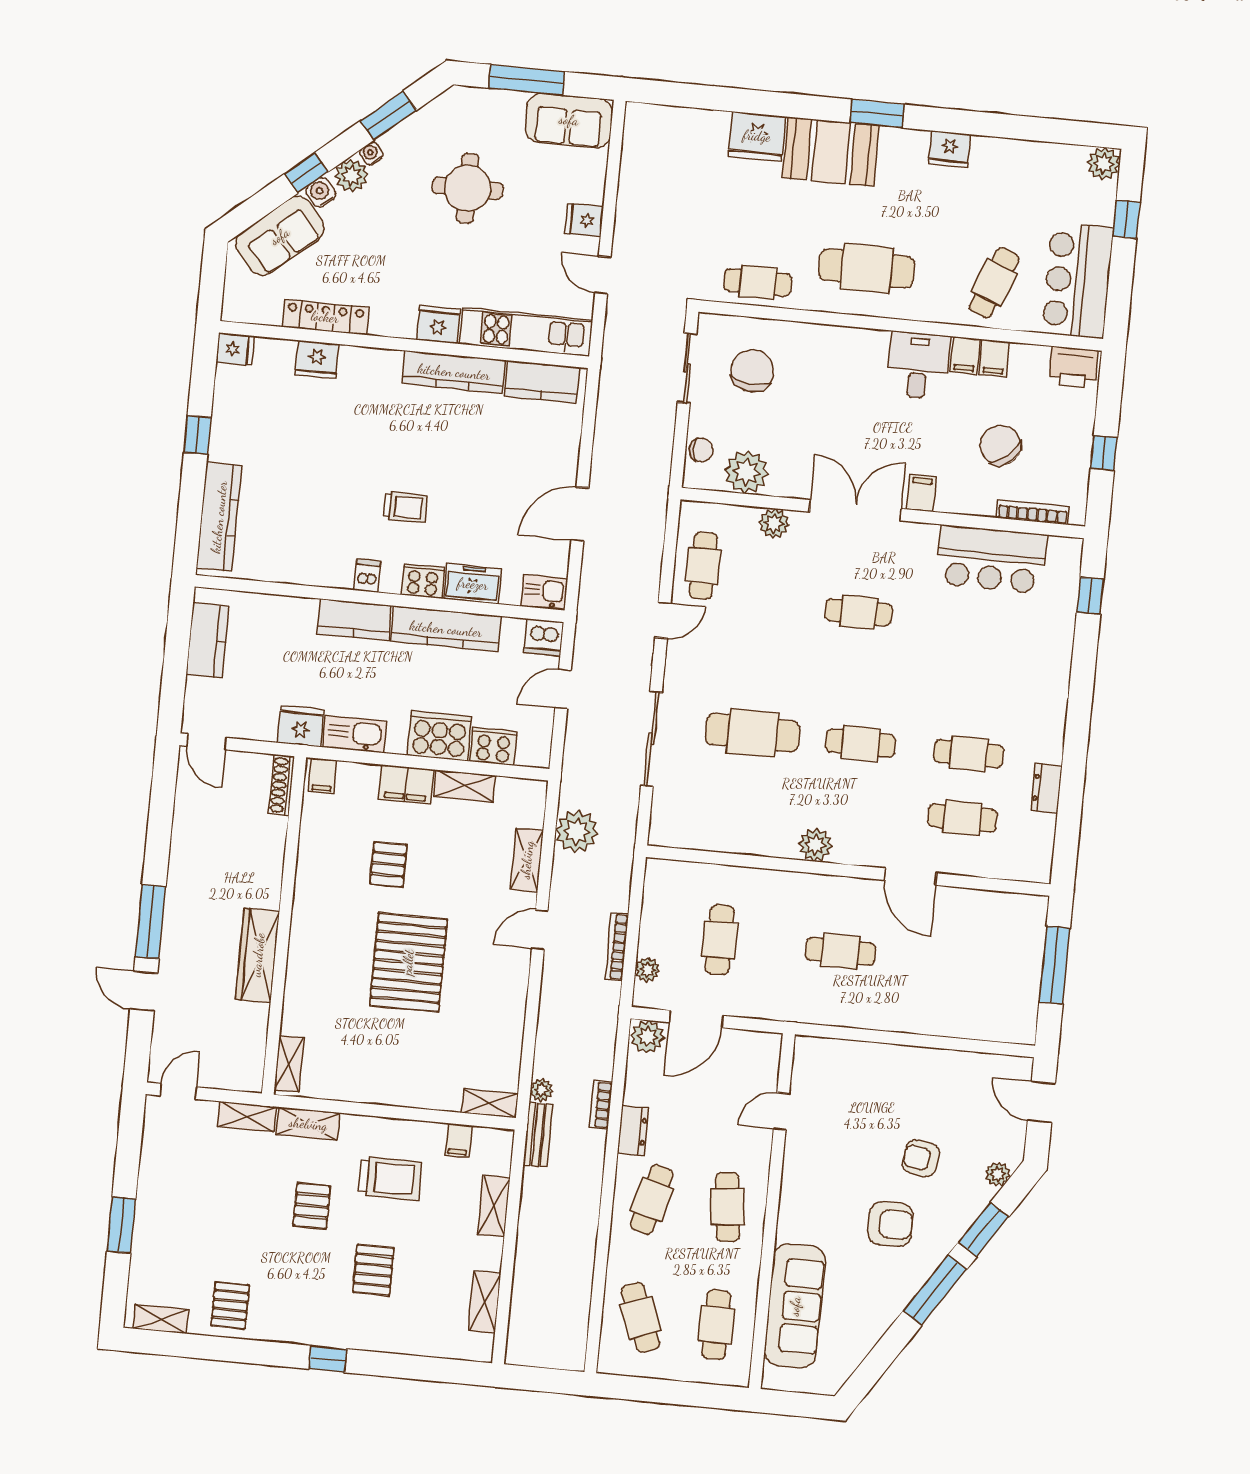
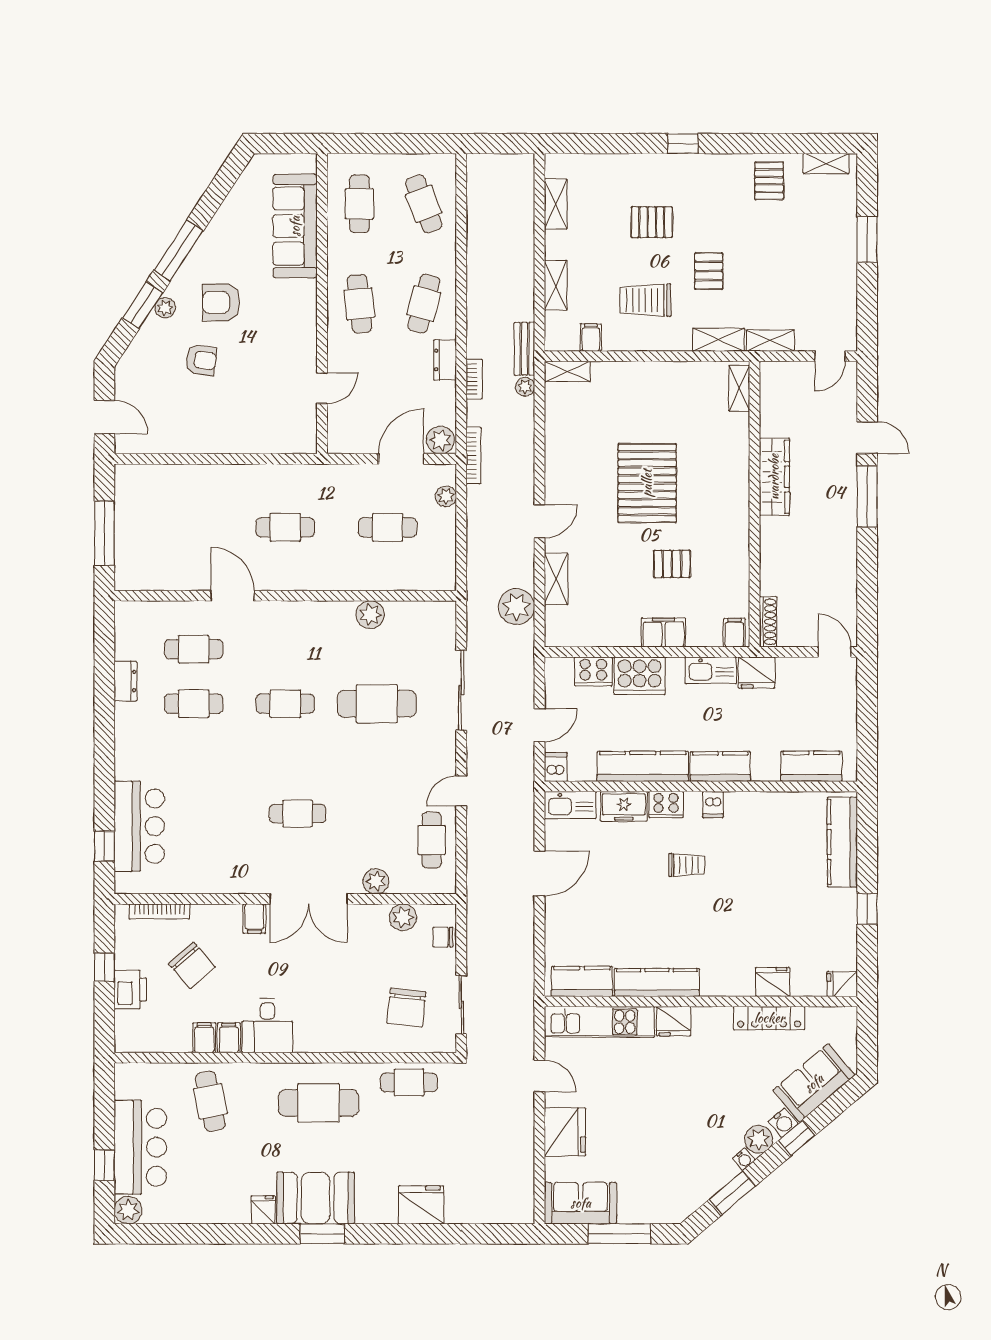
fridge: (950, 149) -> (263, 1210), width x0.72
booth: (831, 152) -> (316, 1198), moved
round table: (468, 188) -> (660, 1138), removed
fridge: (584, 220) -> (565, 1132), width x1.88, depth x1.34
bar counter: (1078, 281) -> (140, 1147), moved
cafe table: (994, 283) -> (210, 1101), turned -32
printer: (1073, 367) -> (130, 990), moved, turned 90
plant: (746, 472) -> (403, 917), width x0.73, depth x0.73
trolley: (405, 507) -> (687, 865), turned 180
bar counter: (991, 559) -> (139, 826), moved, turned 90
kitchen sink: (544, 592) -> (570, 805), width x1.38
dishwasher: (544, 637) -> (556, 767), width x0.73
kitchen counter: (207, 640) -> (811, 766), moved, turned 90
shelving: (465, 786) -> (614, 636), removed
plant: (815, 845) -> (370, 615), moved
pallet: (388, 864) -> (672, 564), turned 90
cafe table: (720, 940) -> (388, 527), turned 90
bookcase: (617, 947) -> (473, 455), moved
plant: (998, 1174) -> (165, 308), moved
pallet: (373, 1270) -> (652, 222), turned 90

